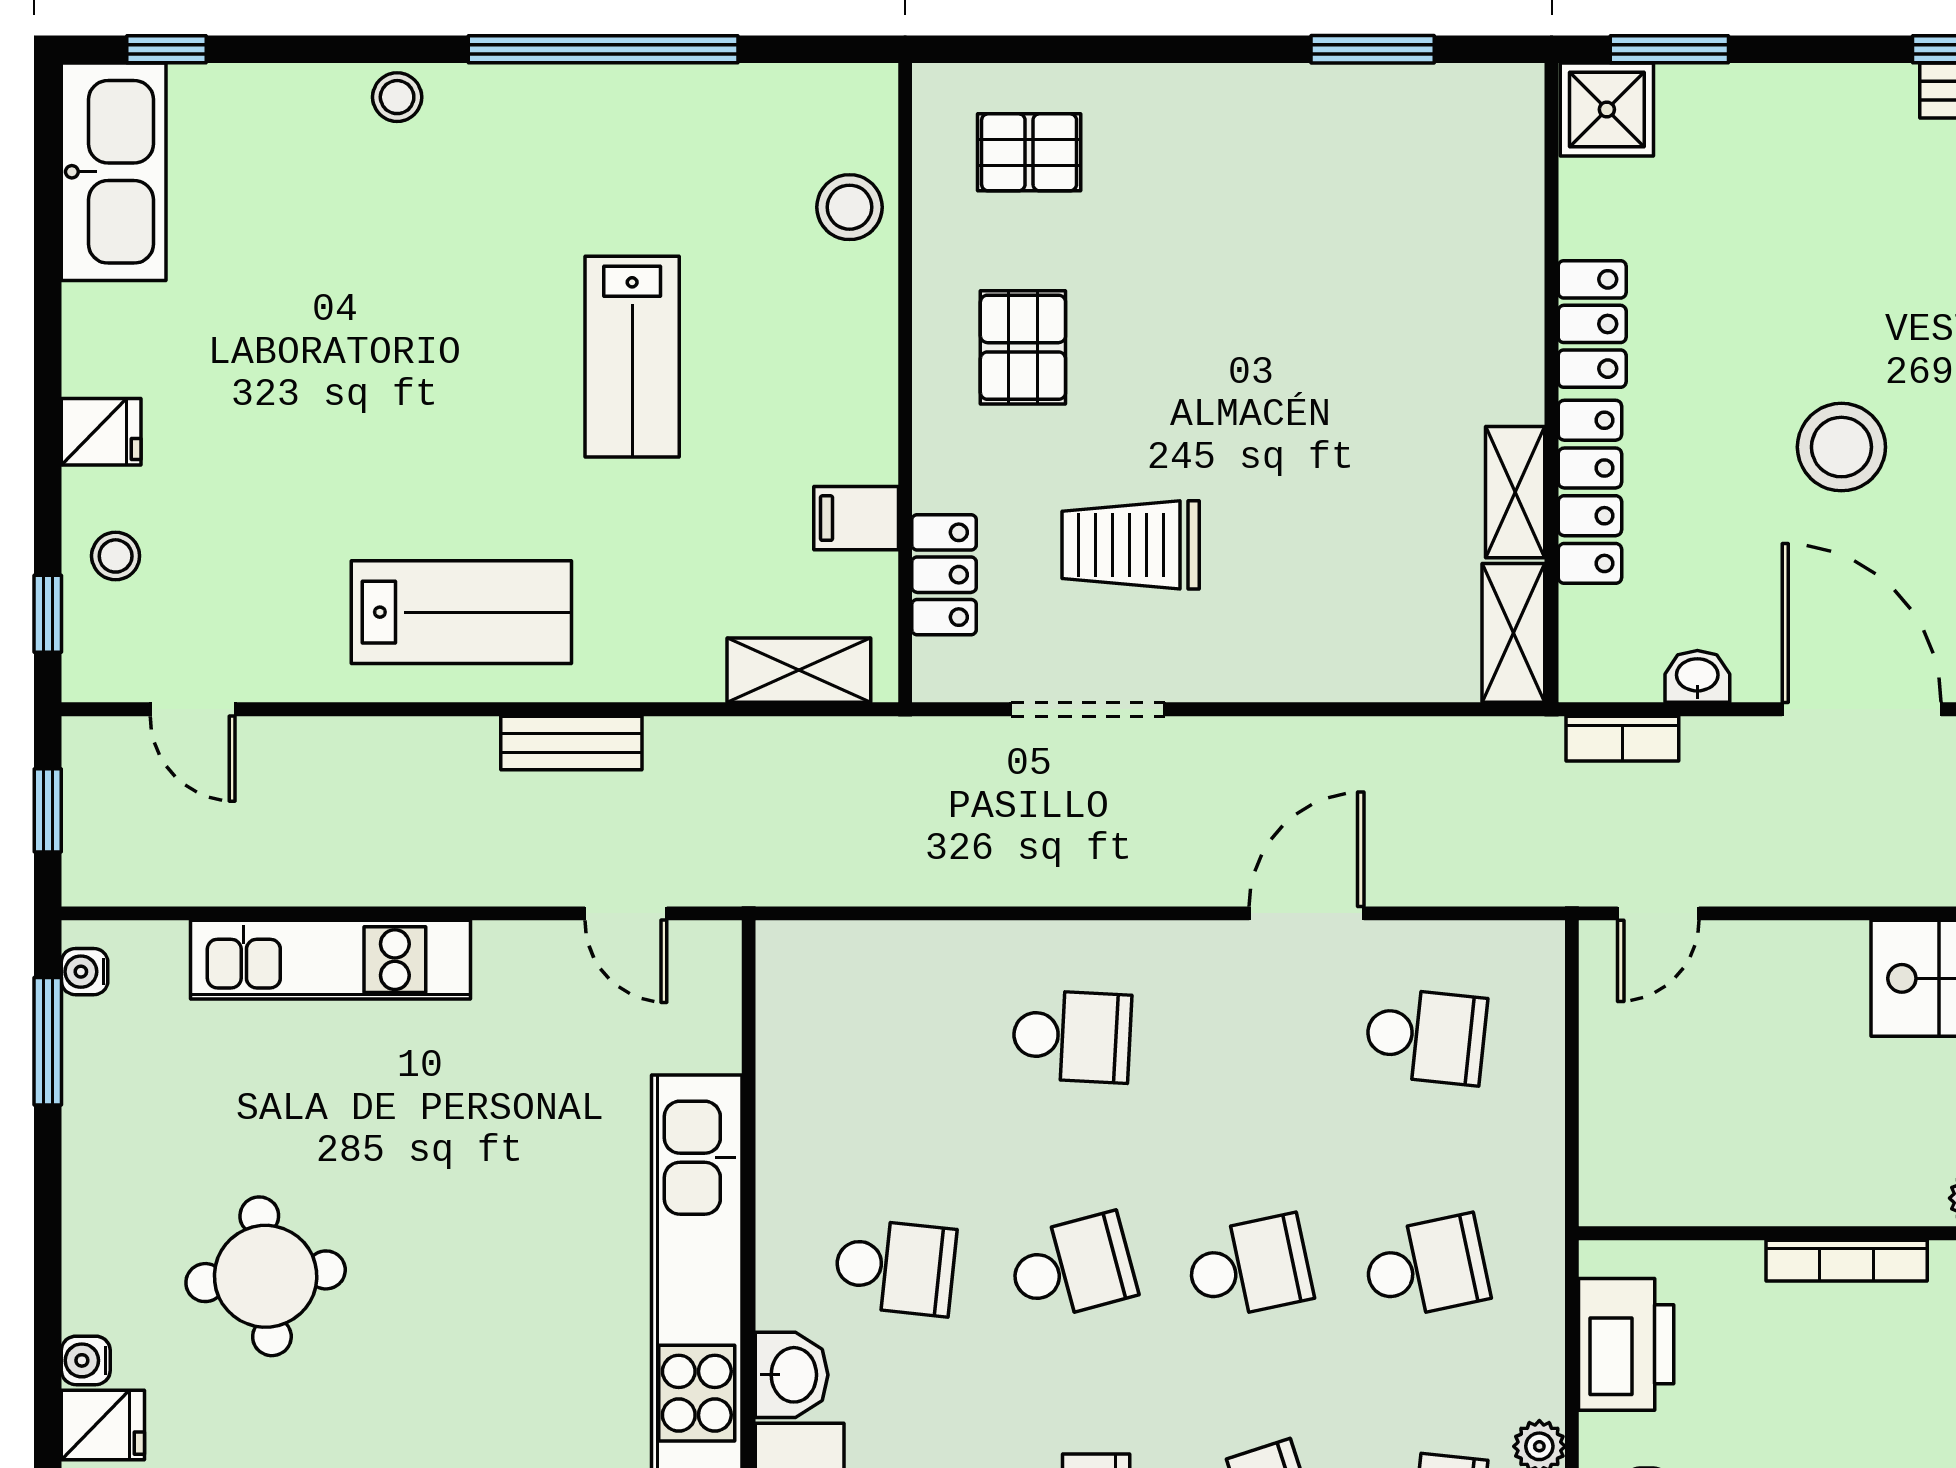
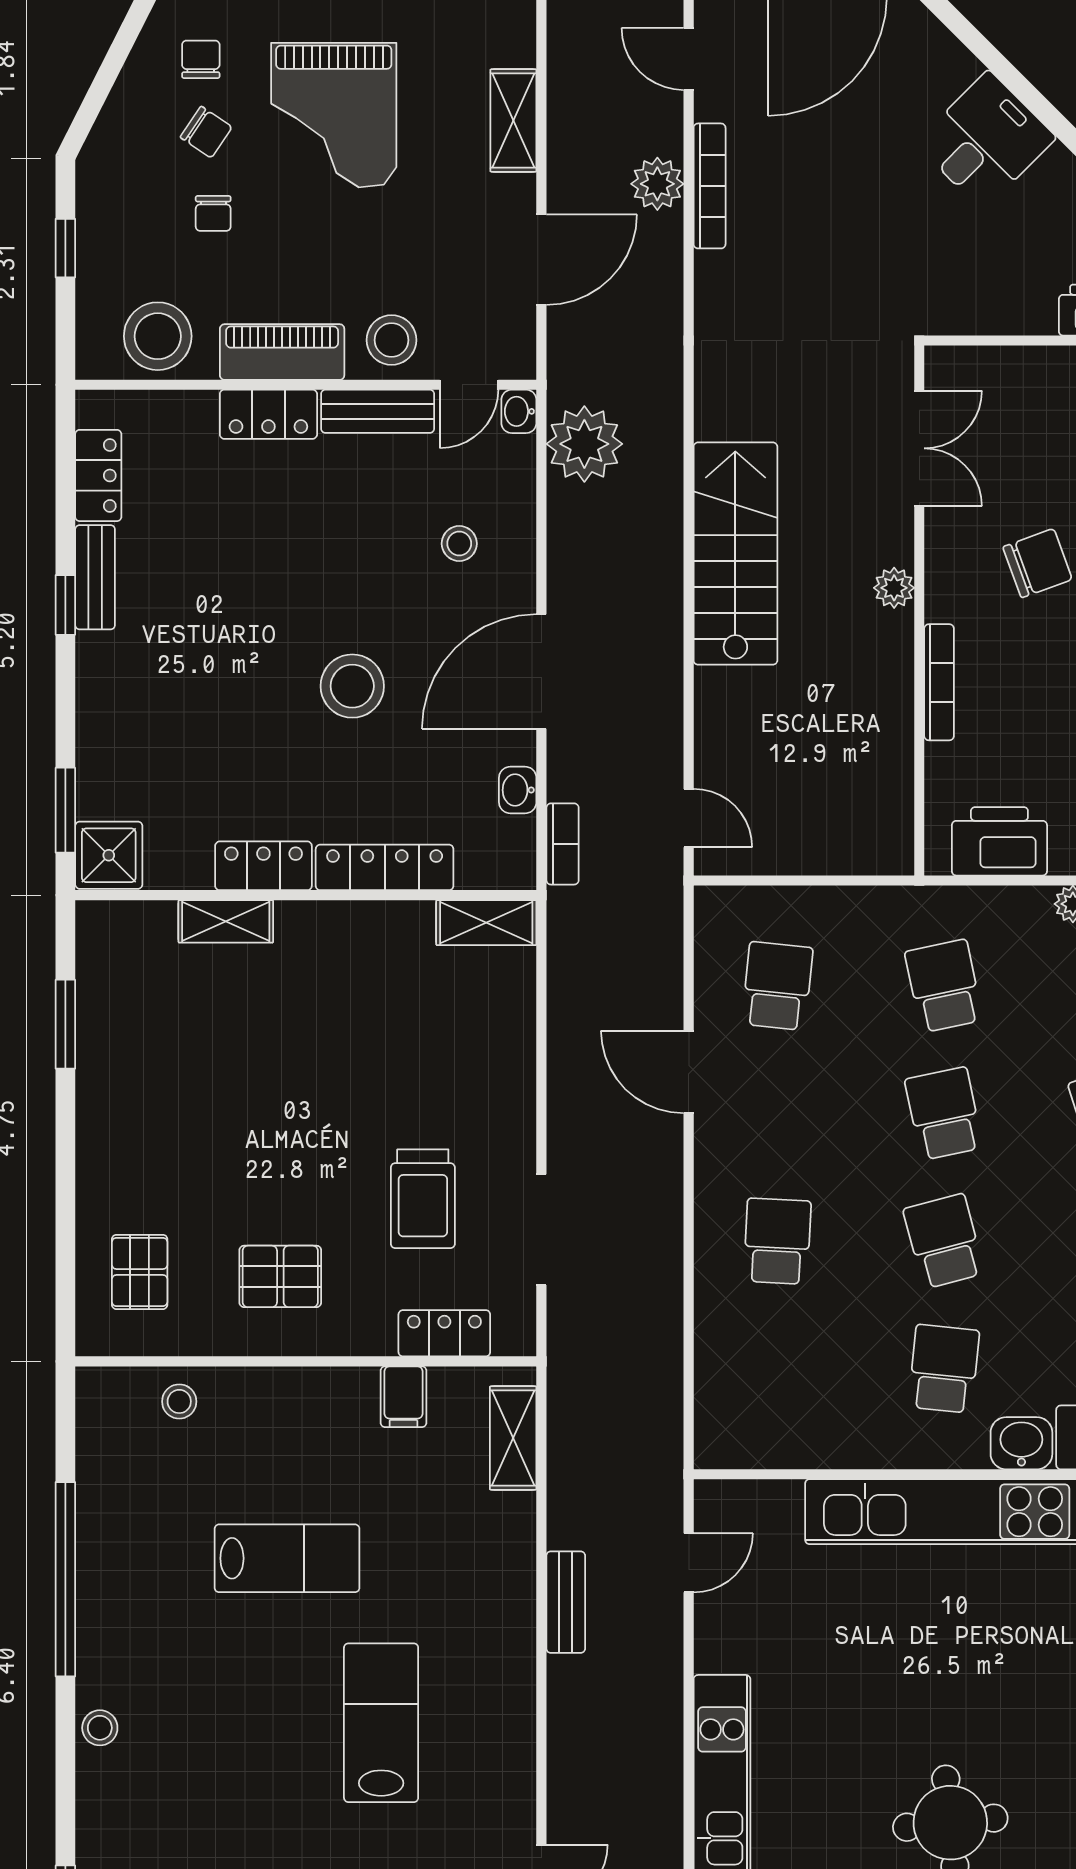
stool: (850, 207) -> (179, 1401), width x0.73, depth x0.73
shelving: (1515, 492) -> (226, 921), moved
lab bench: (461, 612) -> (381, 1723), moved

